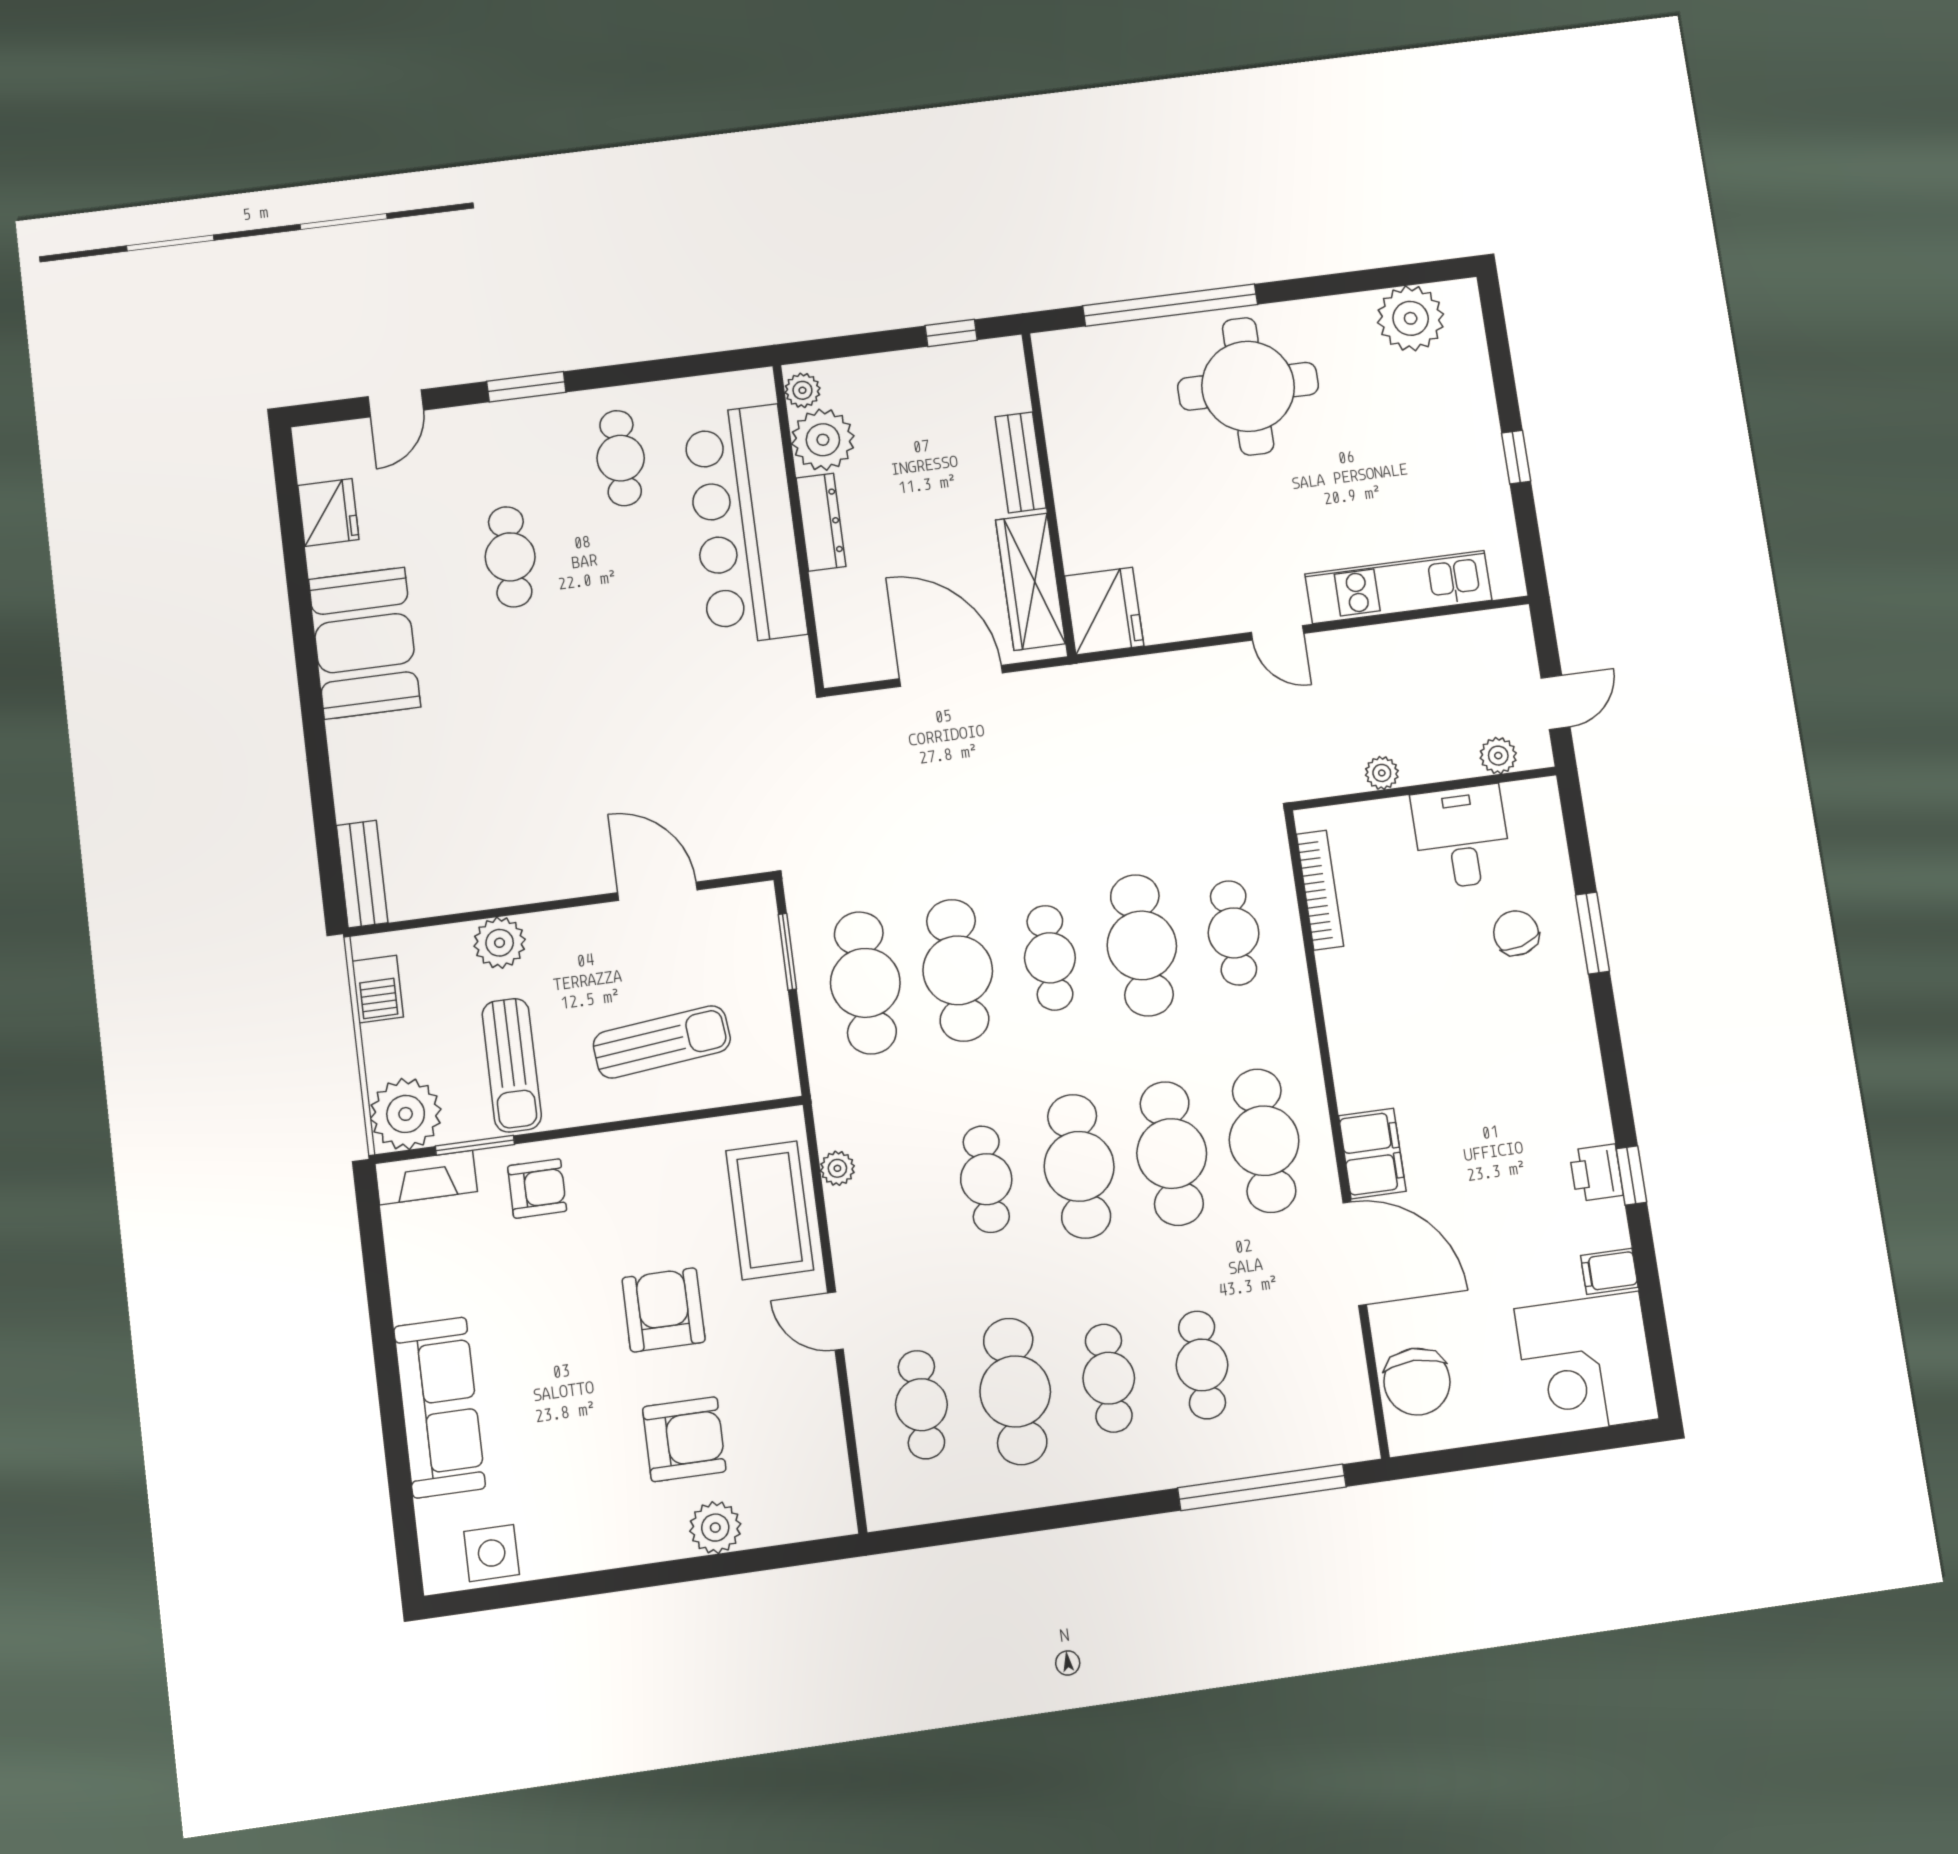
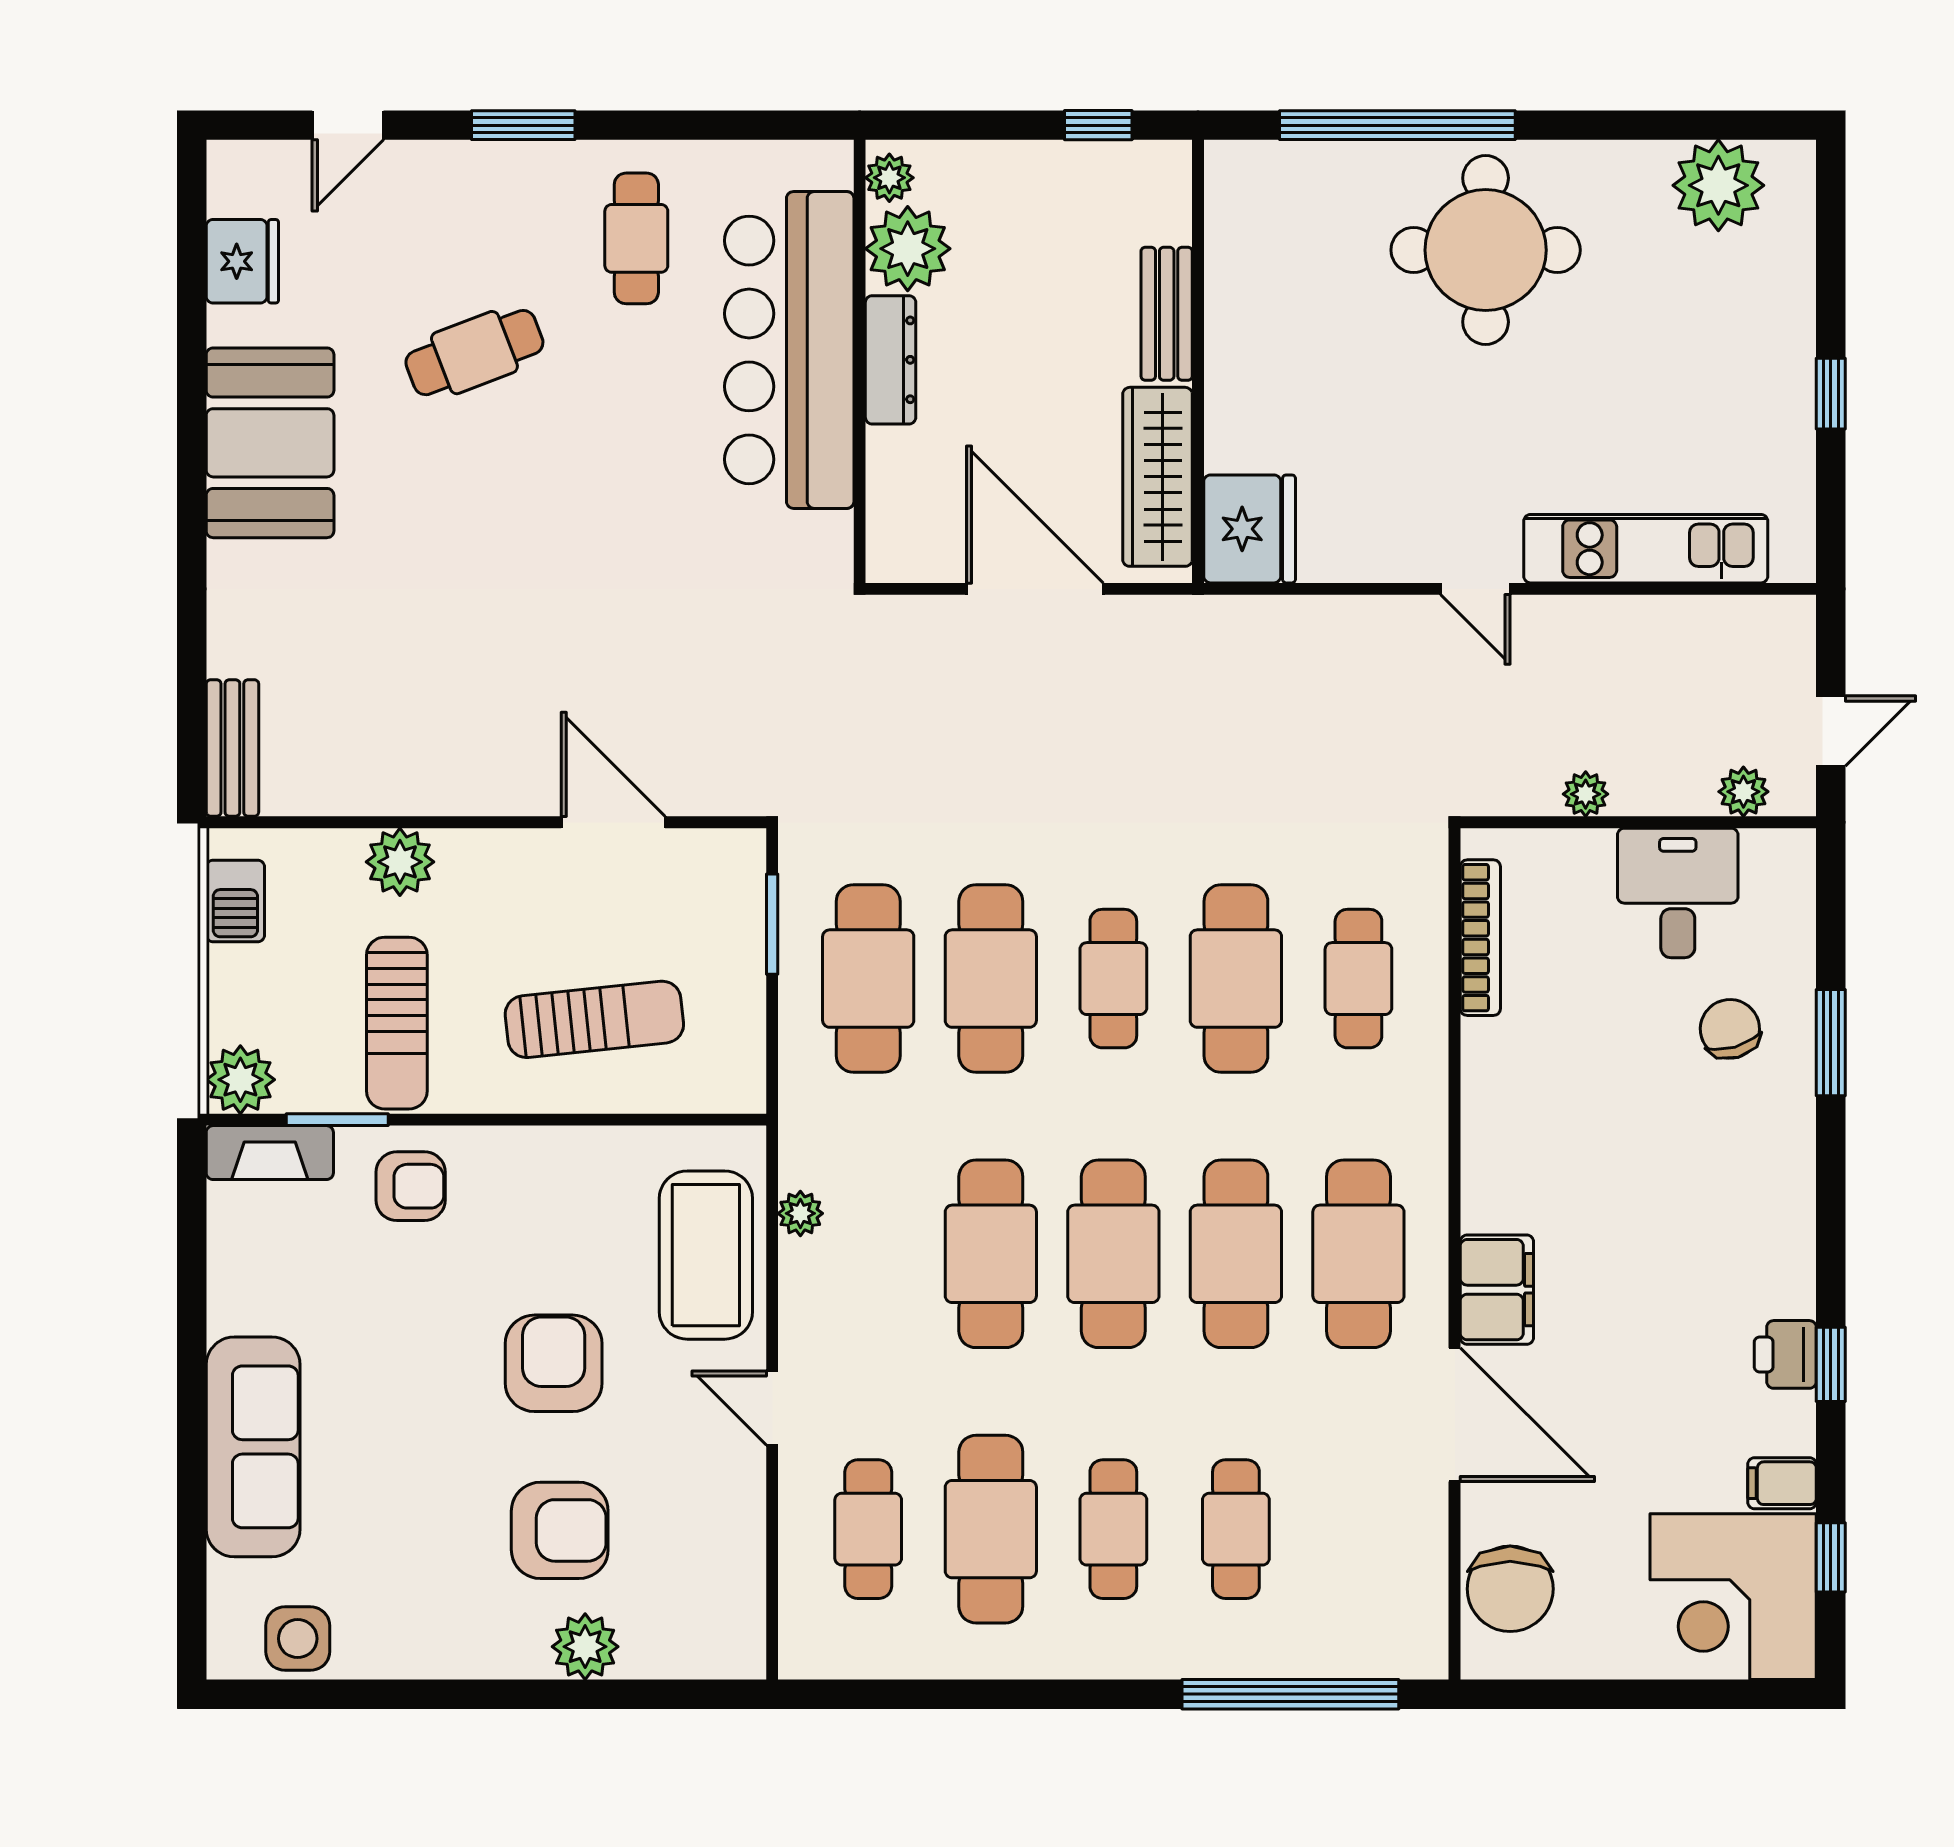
cafe table: (510, 557) -> (474, 353), turned 69
plant: (406, 1114) -> (240, 1080), width x0.73, depth x0.73
cafe table: (986, 1179) -> (991, 1254), width x1.37, depth x1.35
window: (1655, 1323) -> (1831, 1557), added

